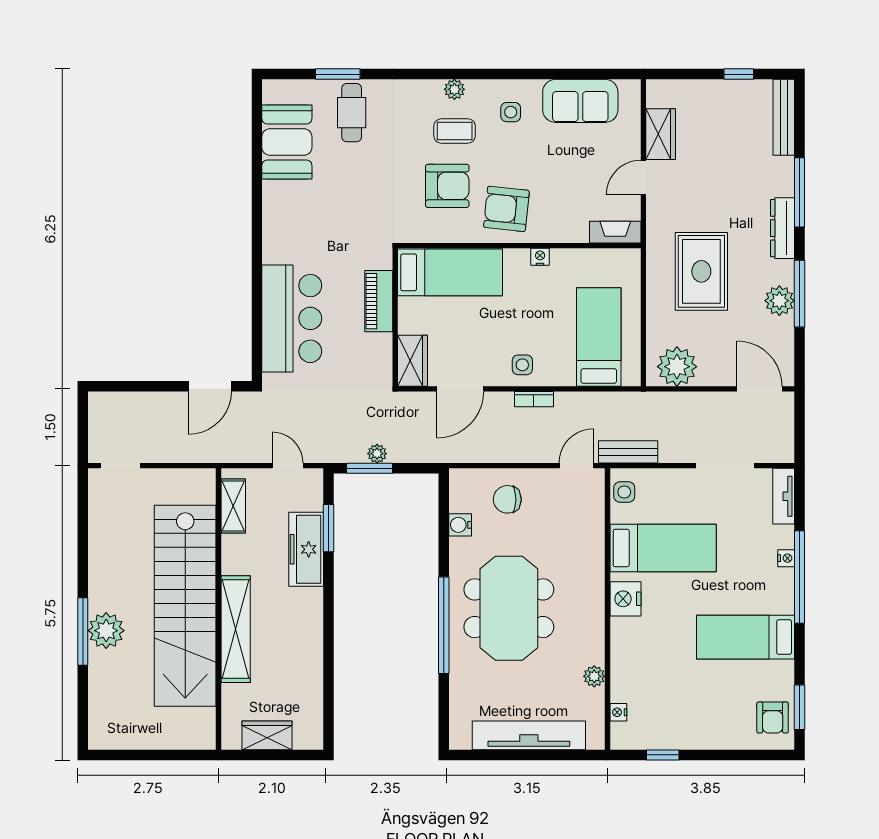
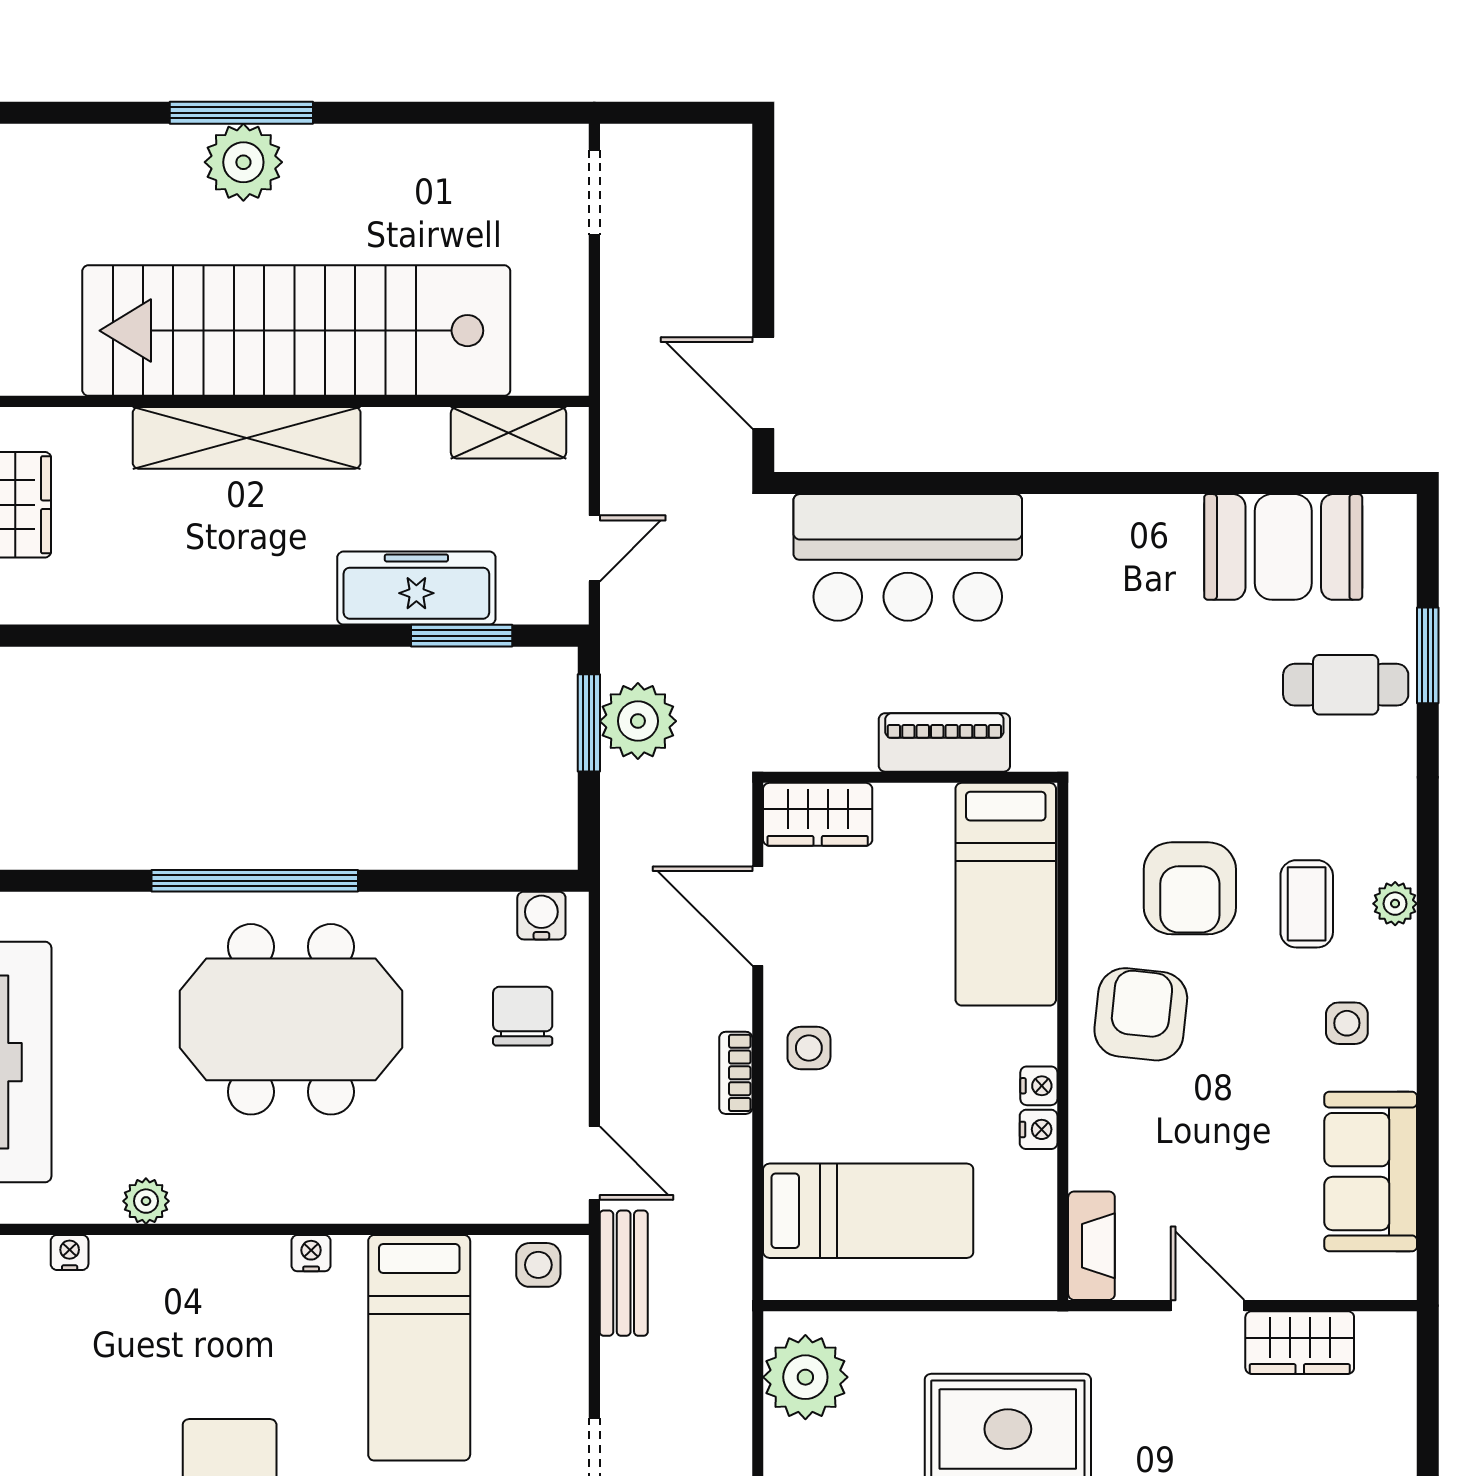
nightstand: (561, 257) -> (1039, 1129), added
plant: (377, 454) -> (638, 721), width x1.88, depth x1.88
water cooler: (460, 525) -> (541, 916), moved
nightstand: (626, 599) -> (311, 1253), width x0.53, depth x0.56

